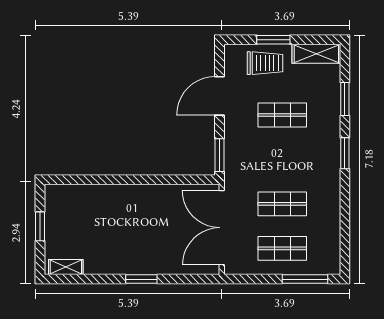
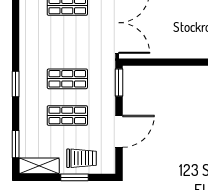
trolley: (265, 63) -> (82, 158), turned 180
window: (345, 99) -> (16, 144), moved
shop shelf: (282, 204) -> (67, 79), moved

